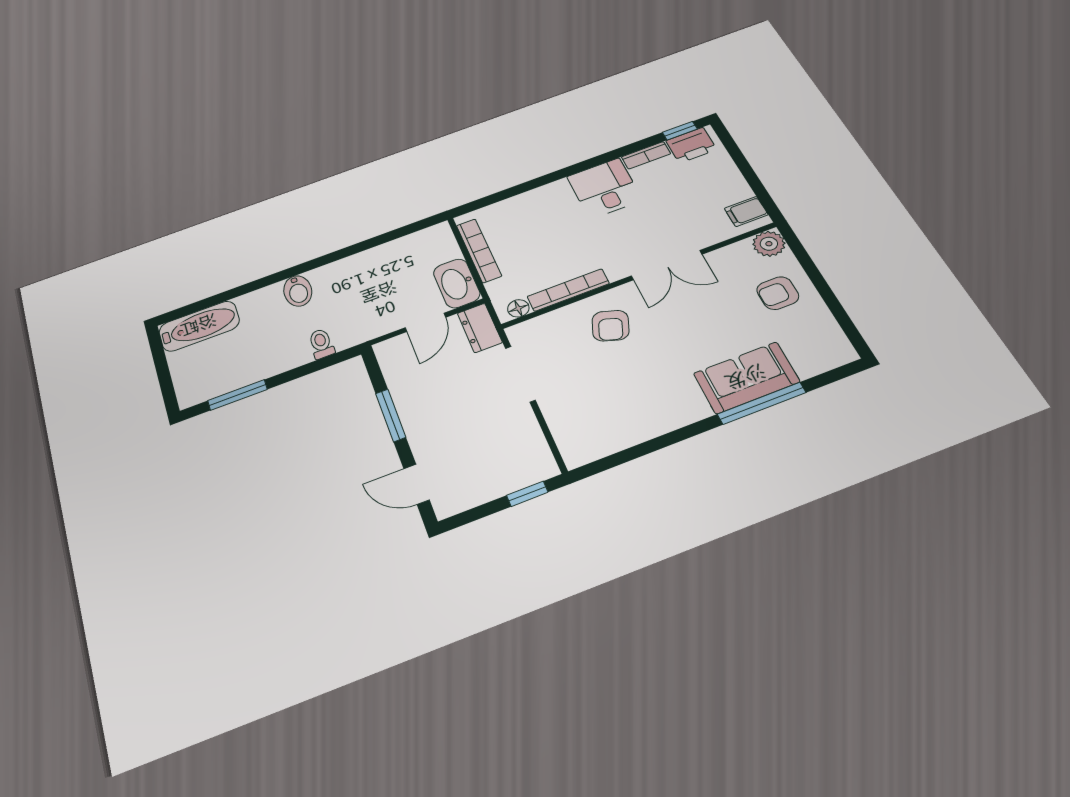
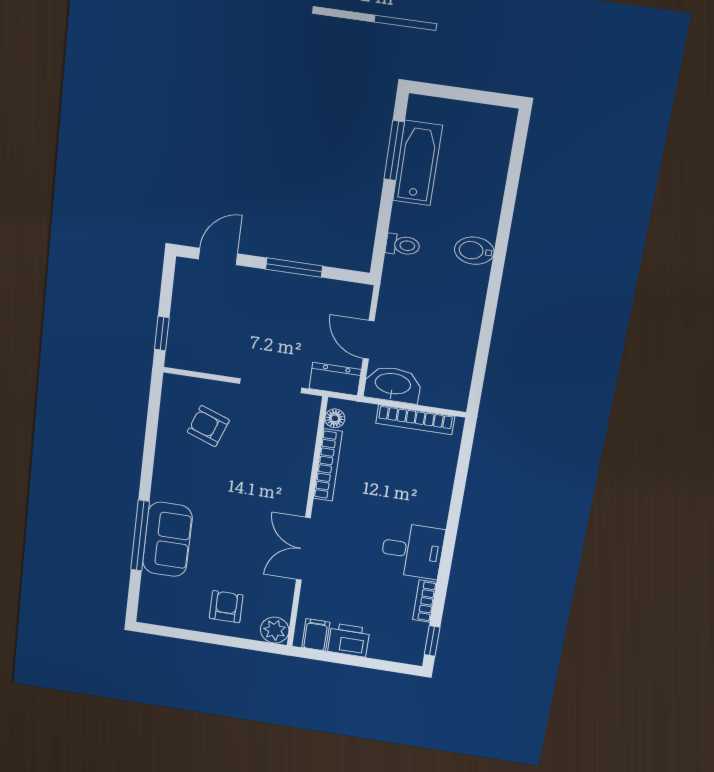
printer: (691, 145) -> (349, 640), moved, turned 90
bathtub: (199, 326) -> (417, 163), moved, turned 180
armchair: (611, 326) -> (208, 426), moved

